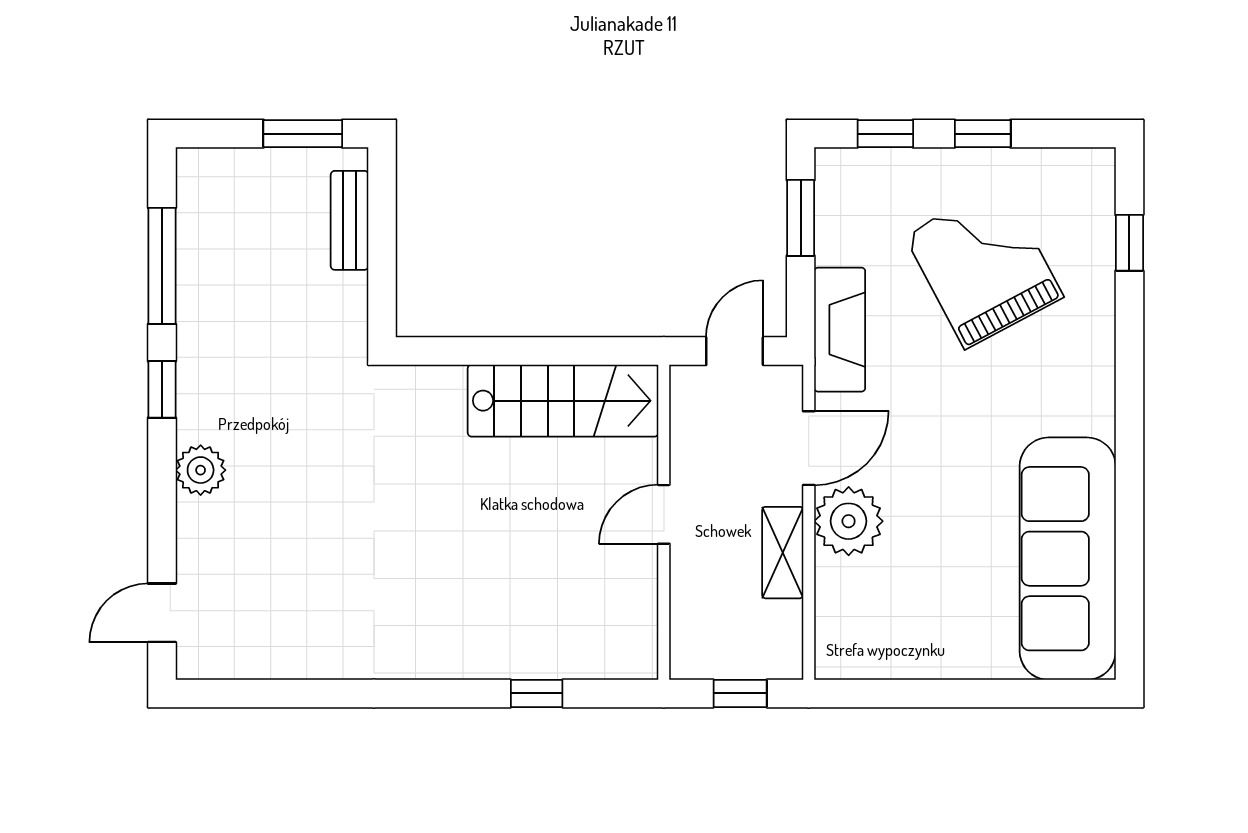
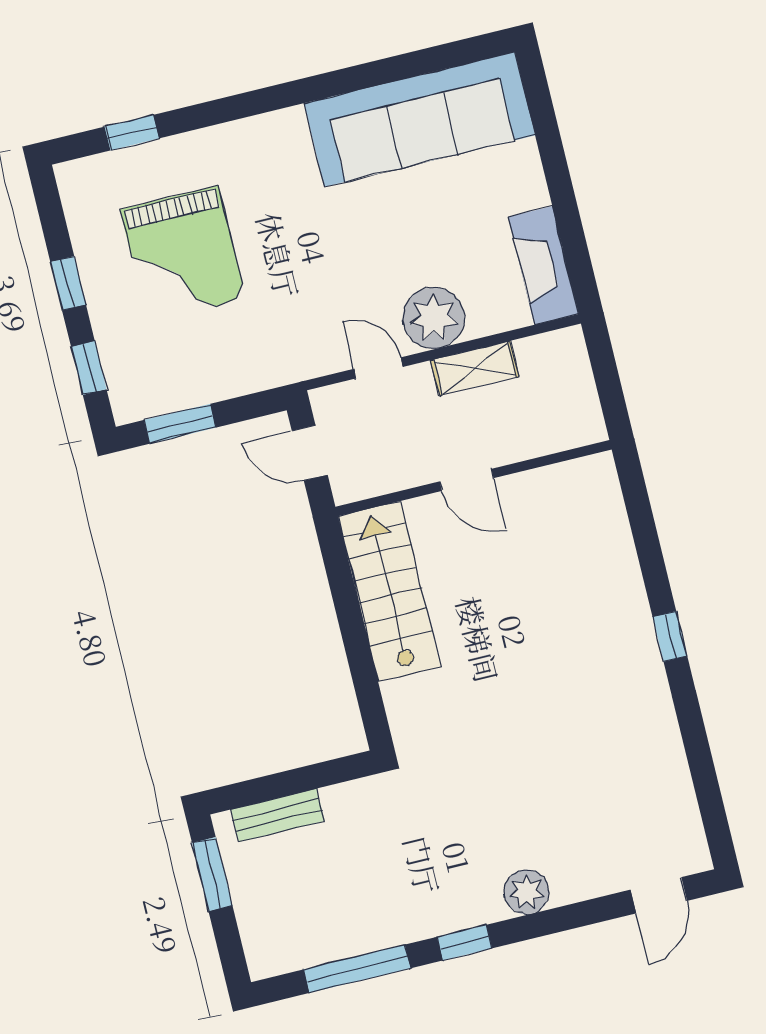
grand piano: (984, 266) -> (183, 254), turned -62
fireplace: (840, 330) -> (543, 265), moved, turned -90
door: (809, 448) -> (378, 368), width x0.73
door: (162, 613) -> (659, 895), hinge flipped
window: (537, 693) -> (670, 636), moved
window: (740, 693) -> (606, 375), removed

